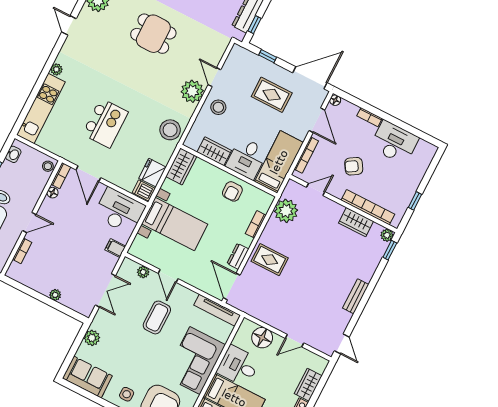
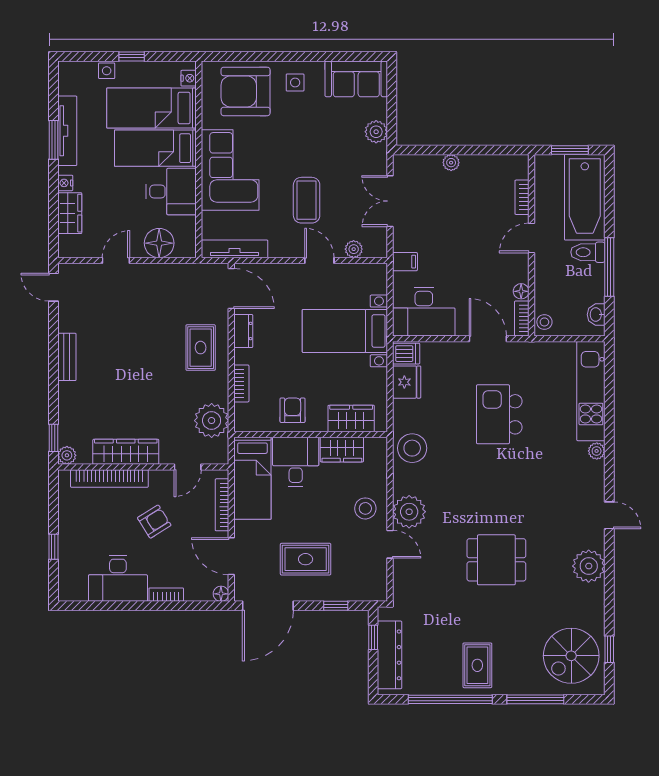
wardrobe: (181, 166) -> (351, 418), moved, turned 90
window: (415, 201) -> (53, 547), moved
wardrobe: (356, 222) -> (126, 452), width x1.50
rug: (270, 260) -> (201, 348), turned 90

